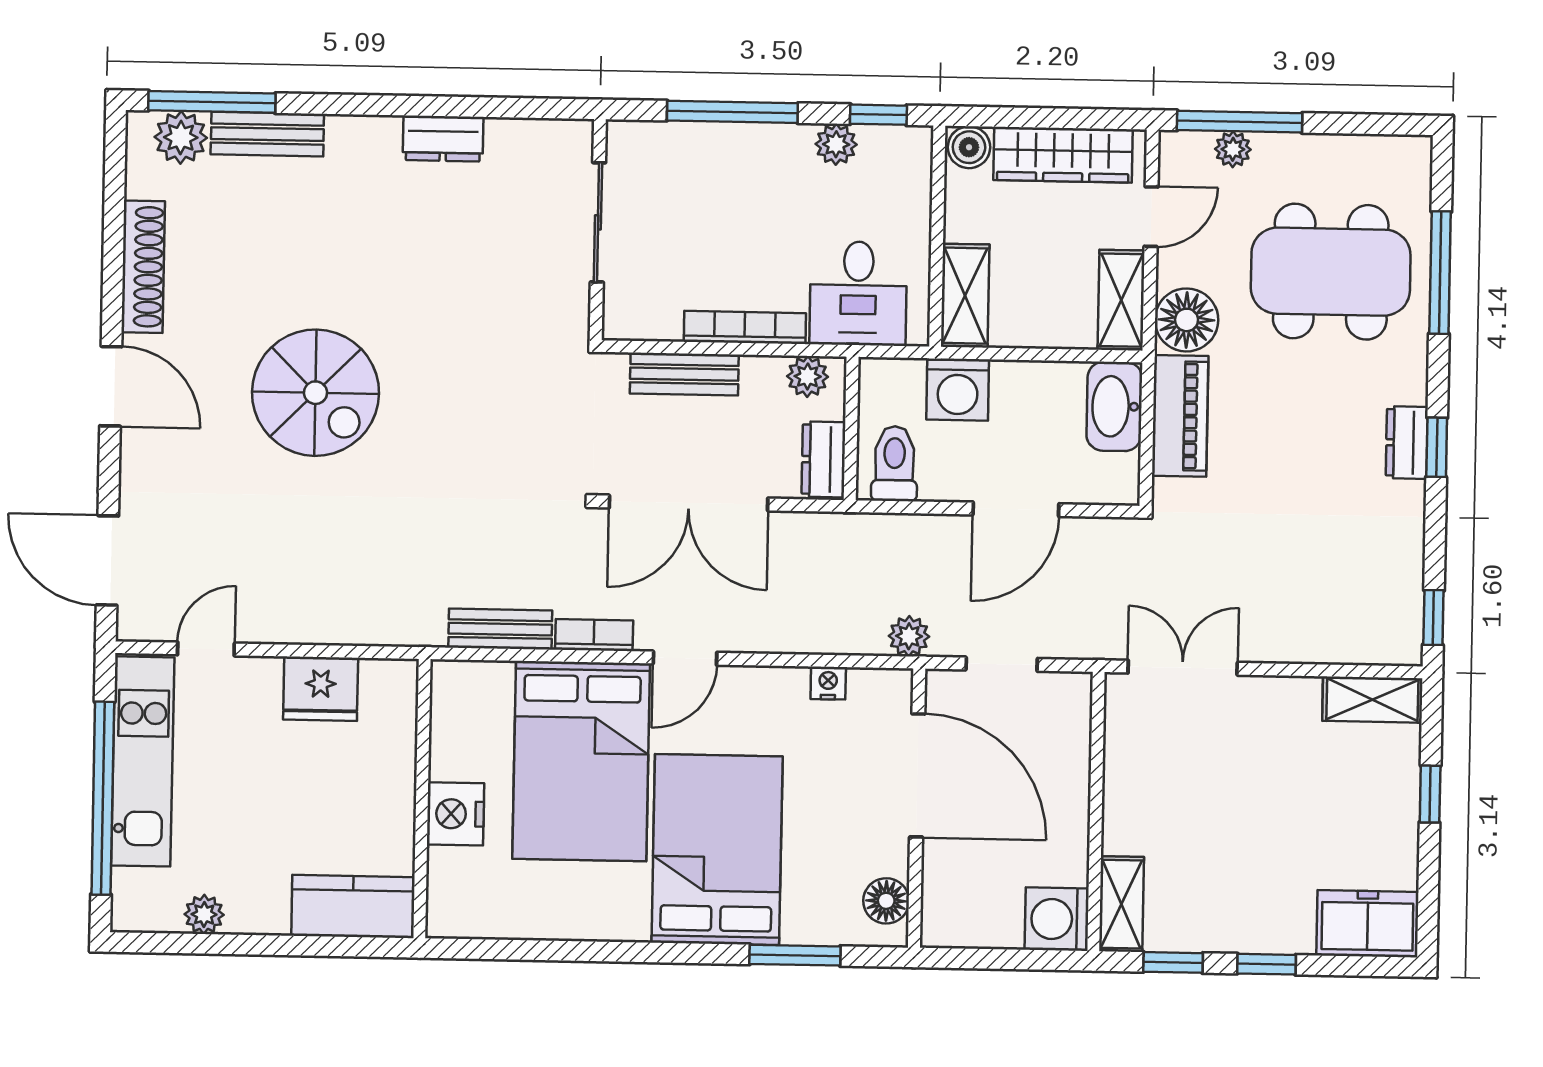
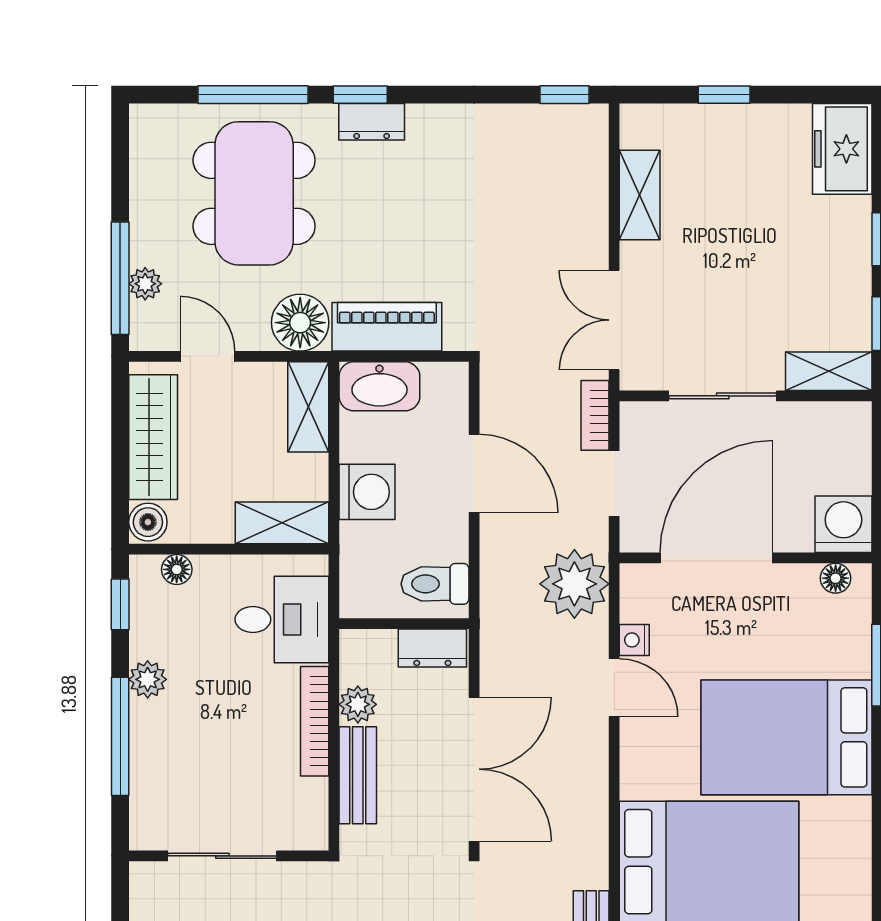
plant: (836, 144) -> (148, 679), moved
floor lamp: (916, 178) -> (177, 569), added
shelving: (1121, 300) -> (308, 407), moved, turned 90
plant: (808, 376) -> (358, 704), moved
washing machine: (958, 390) -> (367, 492), moved
dresser: (1407, 443) -> (372, 122), moved
window: (1437, 447) -> (360, 95), moved
bookcase: (594, 635) -> (595, 415), moved
plant: (909, 636) -> (574, 584), width x1.88, depth x1.88
door: (685, 658) -> (614, 688), moved
shelving: (1372, 700) -> (640, 195), moved
sliding door: (1096, 786) -> (723, 396), added
floor lamp: (886, 901) -> (836, 578), width x0.73, depth x0.73
washing machine: (1057, 919) -> (843, 524), moved, turned 180

